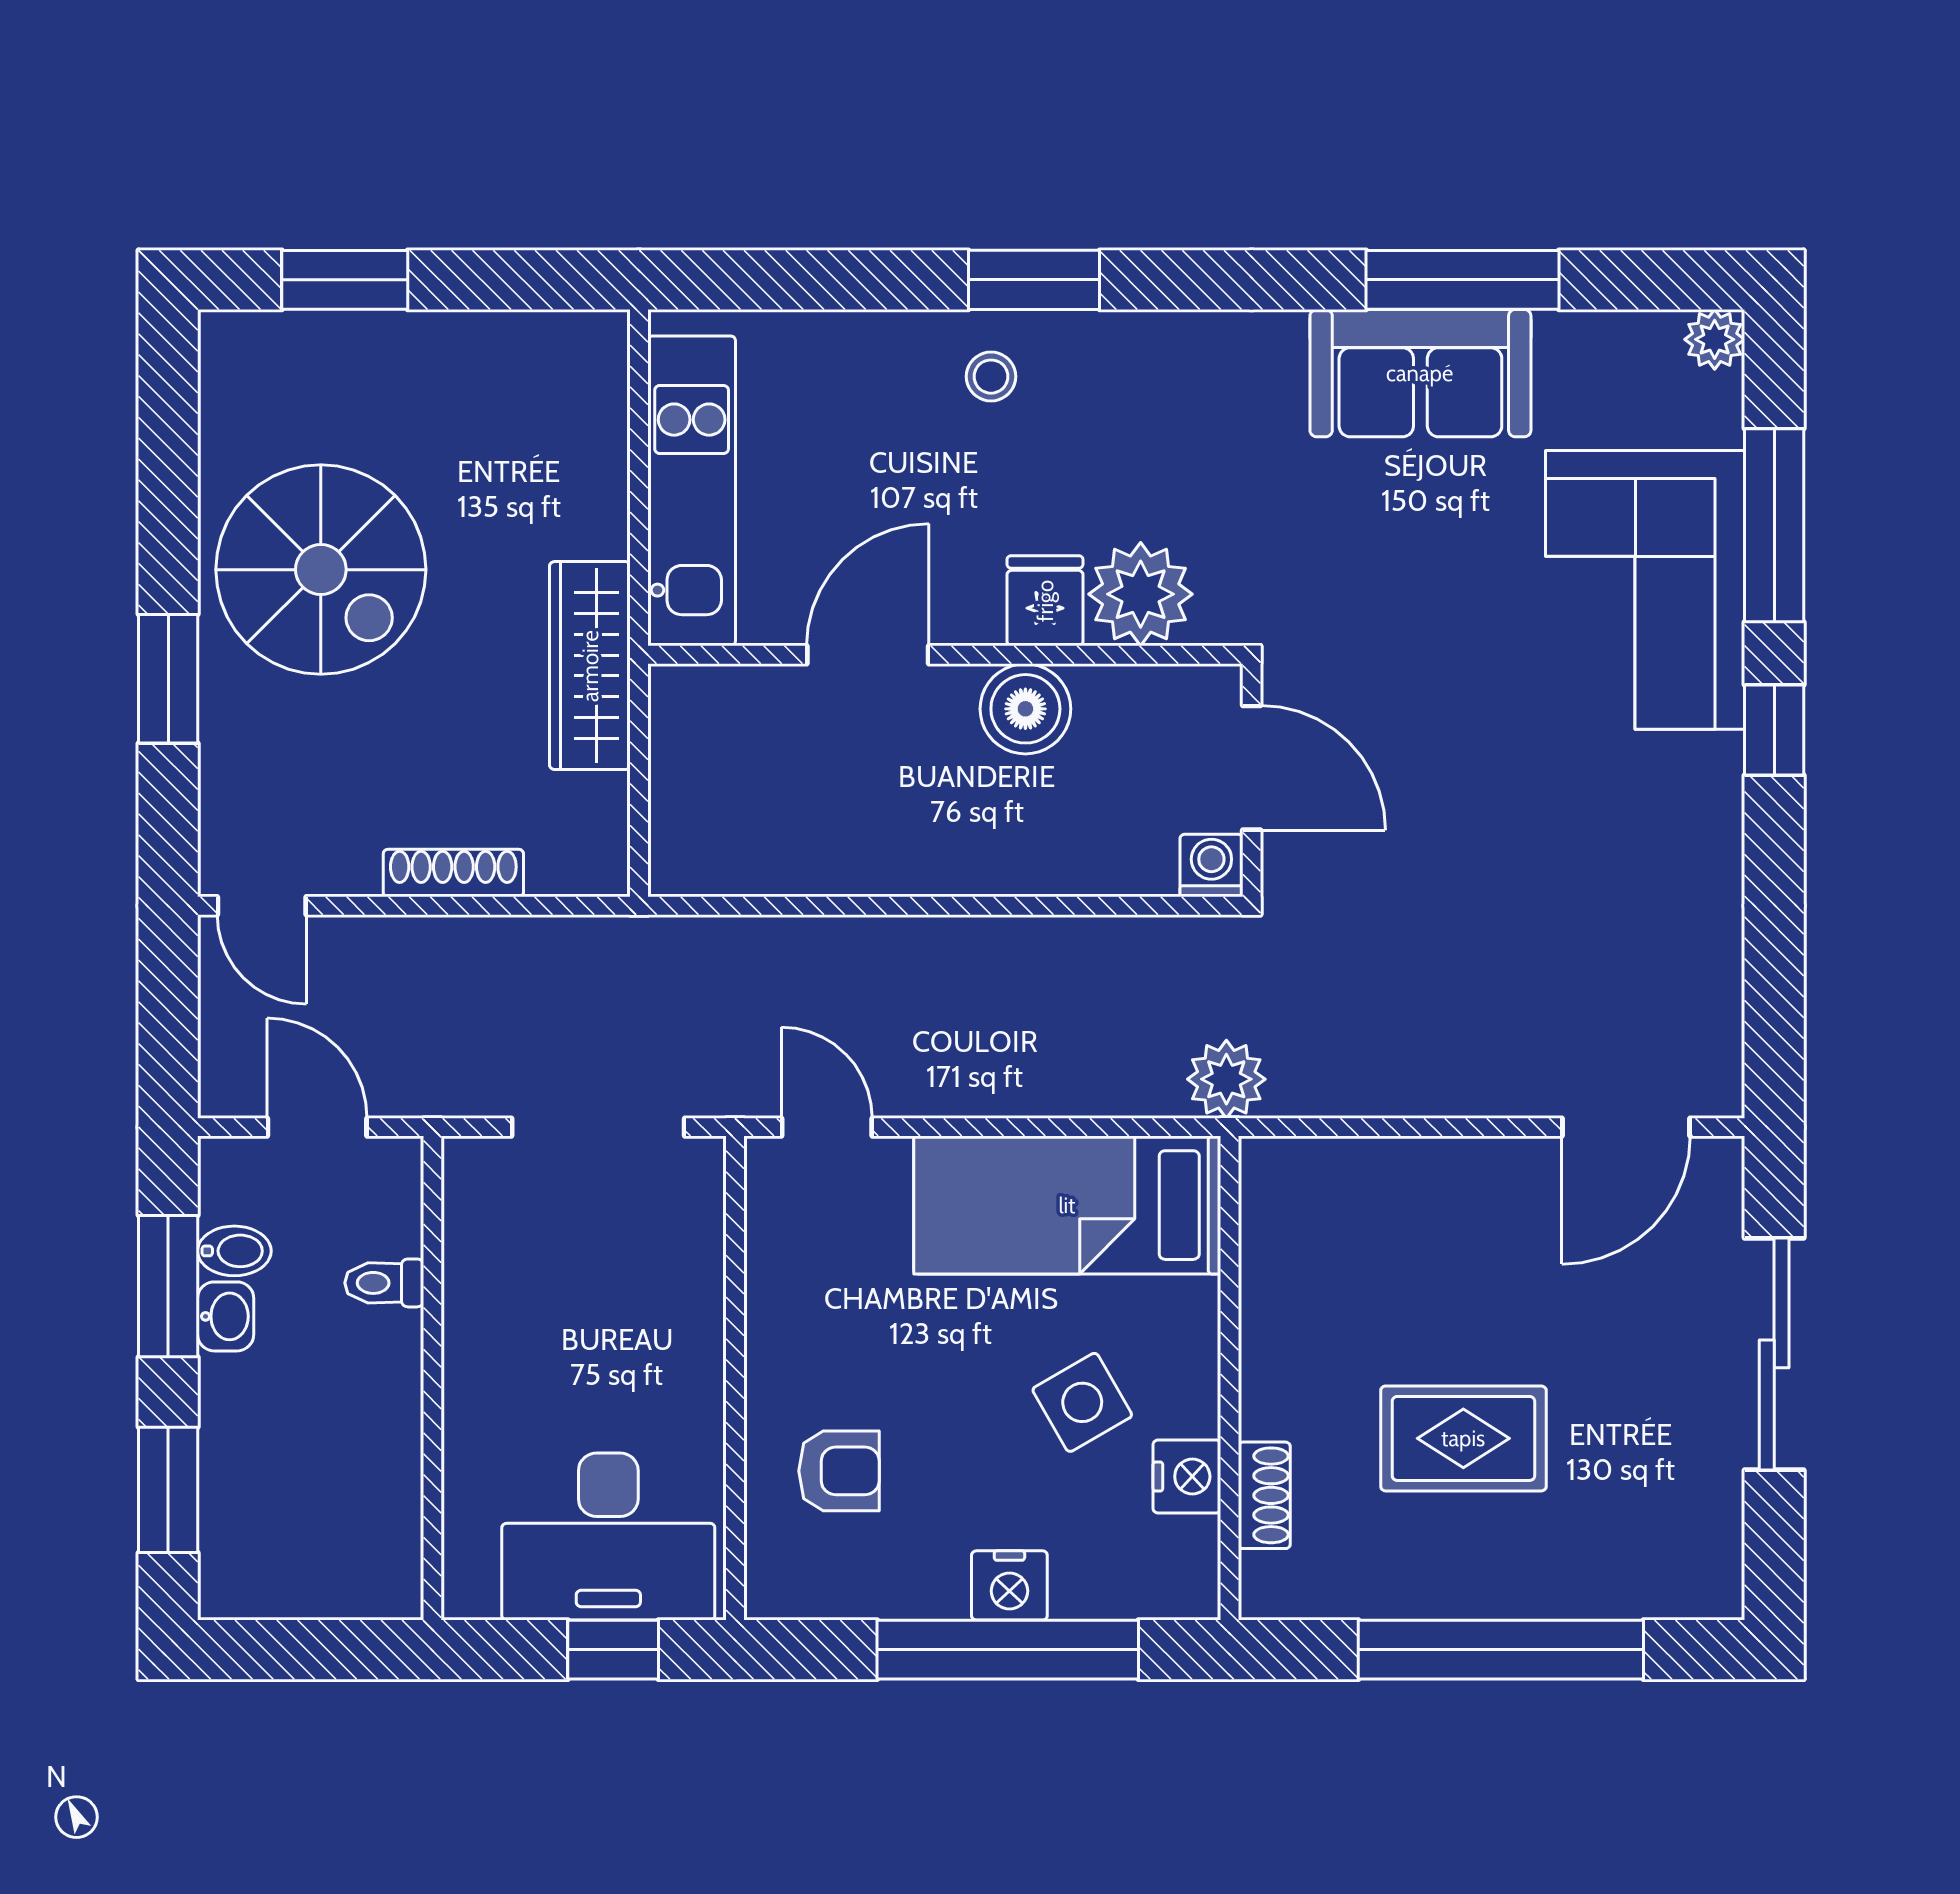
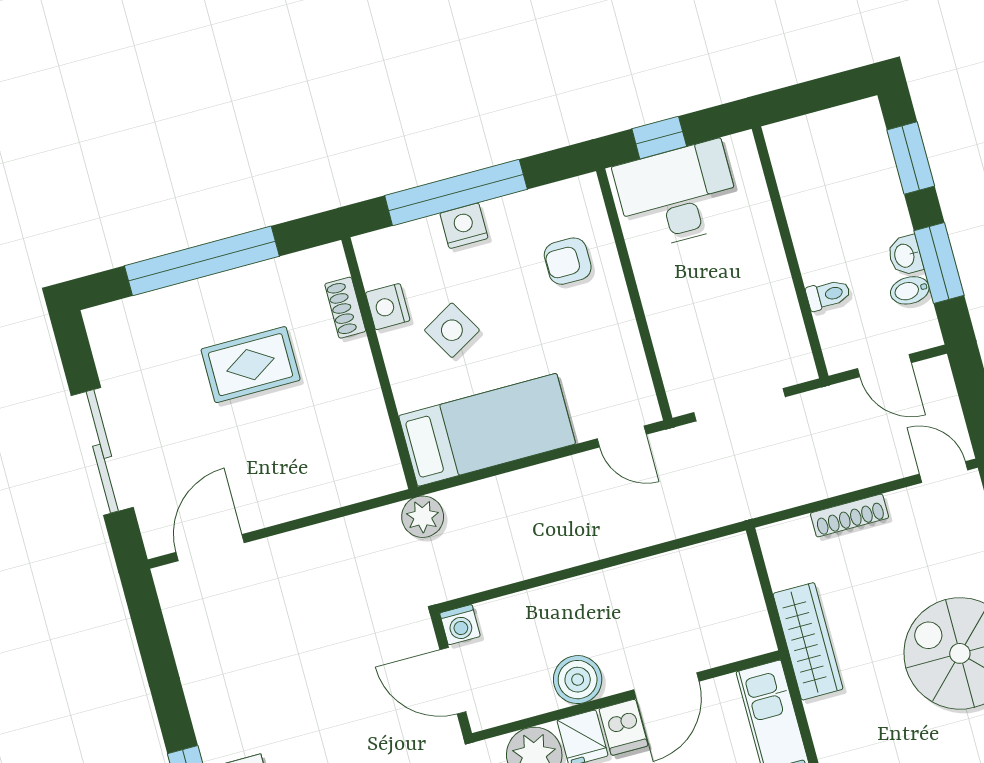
dishwasher: (966, 600) -> (623, 727), added

